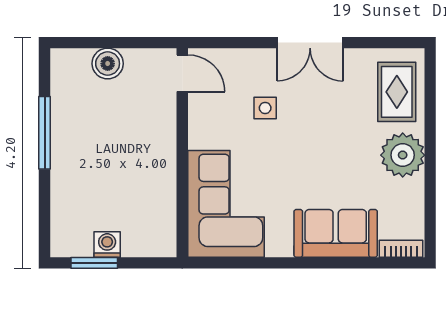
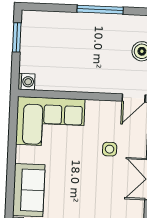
washing machine: (107, 244) -> (26, 82), moved

